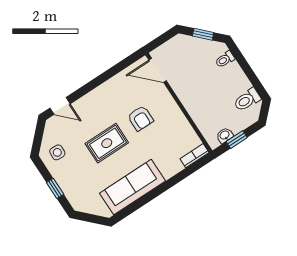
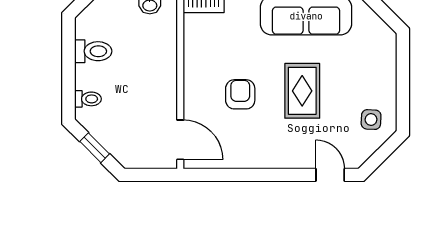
toilet: (247, 100) -> (93, 51), moved
rug: (107, 143) -> (302, 91), turned 90
window: (55, 188) -> (403, 77), removed

